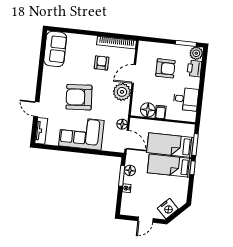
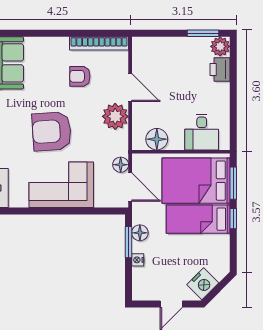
armchair: (102, 63) -> (80, 76), turned -90
armchair: (165, 68) -> (177, 74), removed
door: (134, 74) -> (130, 88), swing flipped
desk: (186, 99) -> (202, 132), moved, turned 90
filing cabinet: (161, 112) -> (176, 140), removed
bed: (170, 145) -> (196, 181), width x1.50

